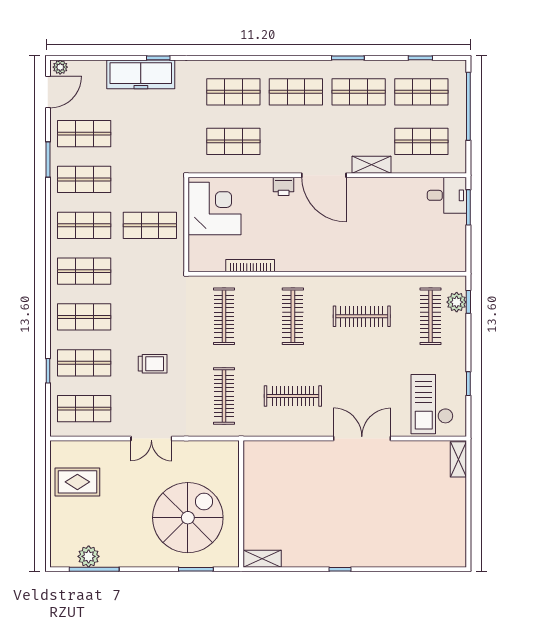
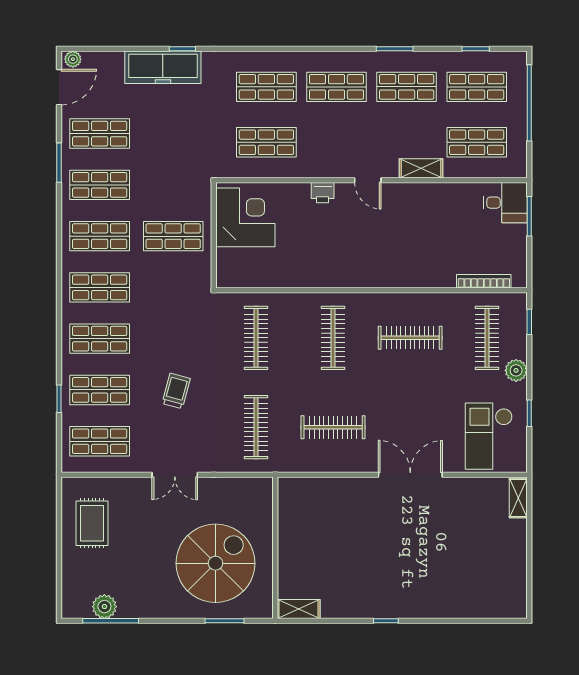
door: (324, 175) -> (368, 180), width x0.53
bookcase: (250, 266) -> (484, 281), moved
plant: (457, 302) -> (516, 370), moved
trolley: (153, 364) -> (176, 391), turned -75
rug: (77, 482) -> (92, 523), turned 90

